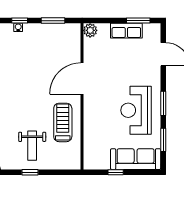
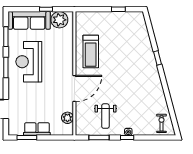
plant: (90, 30) -> (67, 118), moved
reception desk: (136, 110) -> (29, 62), turned 180
weight bench: (32, 146) -> (105, 116), moved, turned 180
plant: (100, 160) -> (59, 20), added

